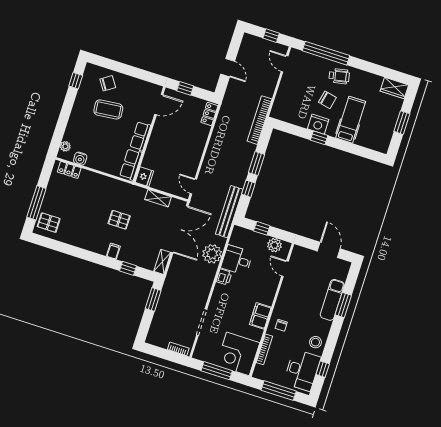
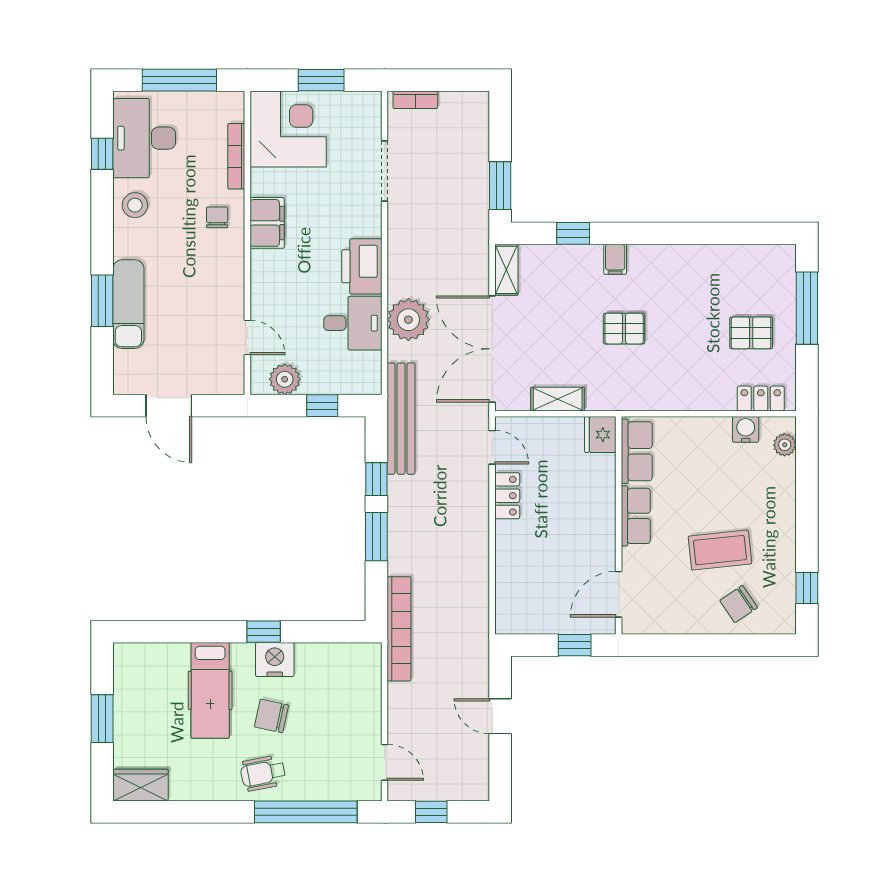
locker: (209, 114) -> (507, 496), moved
pallet: (49, 223) -> (751, 333), moved
printer: (224, 277) -> (362, 266), width x1.87, depth x1.48
window: (217, 371) -> (321, 80), width x0.69

